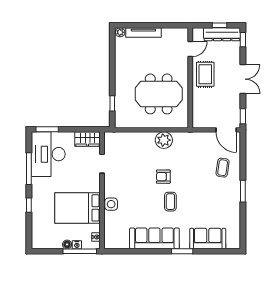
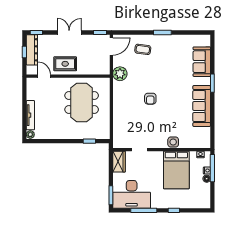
plant: (164, 140) -> (120, 74), moved
coffee table: (170, 202) -> (171, 93), removed

